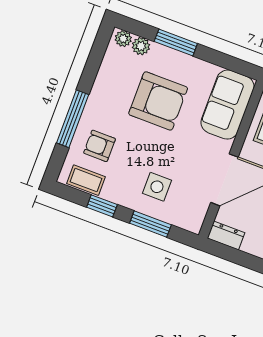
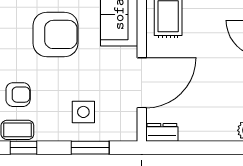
armchair: (100, 146) -> (18, 95), turned 180
window: (102, 206) -> (23, 148), moved

